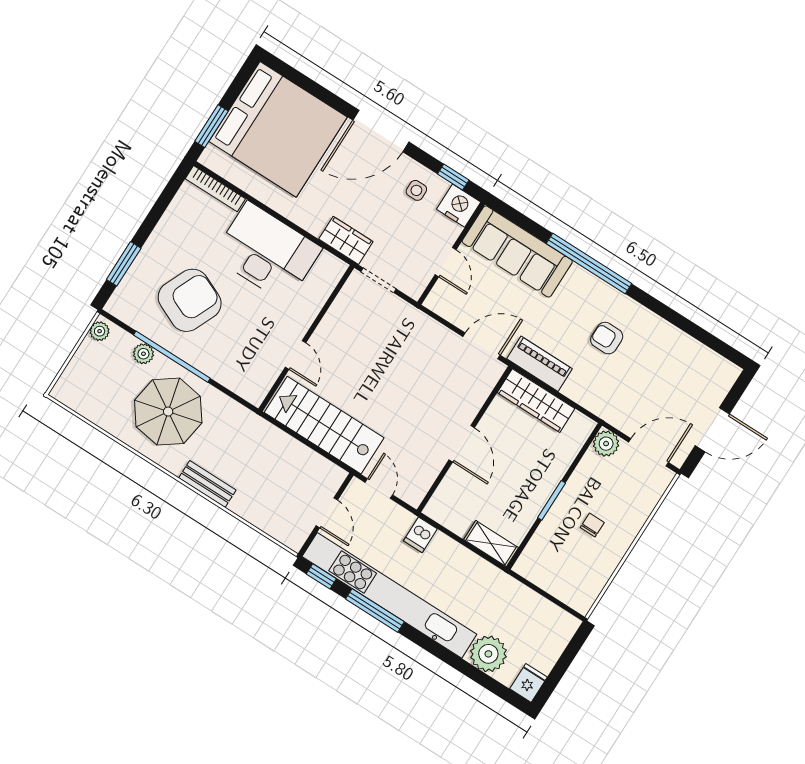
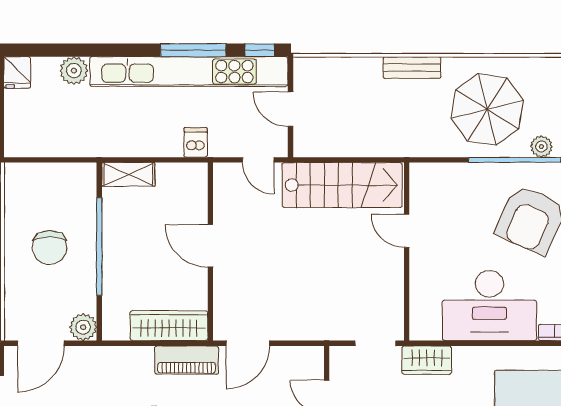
window: (552, 500) -> (99, 246), width x2.11
chair: (592, 525) -> (50, 248), width x1.87, depth x1.87
plant: (488, 654) -> (74, 71), width x0.73, depth x0.73

